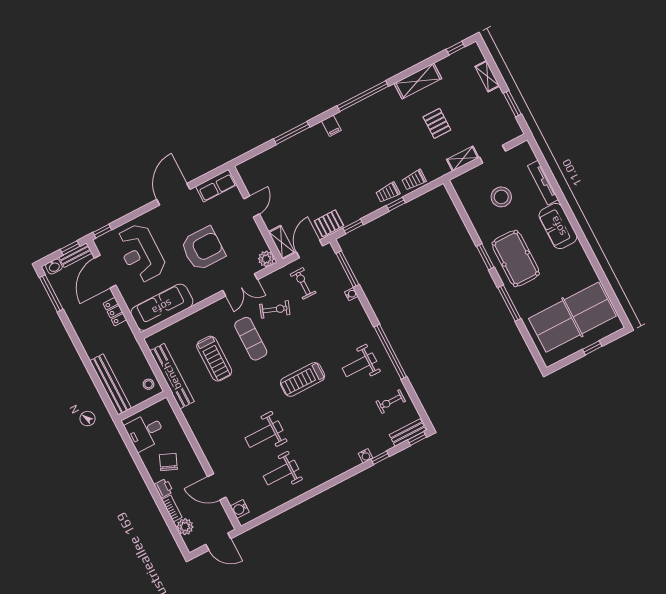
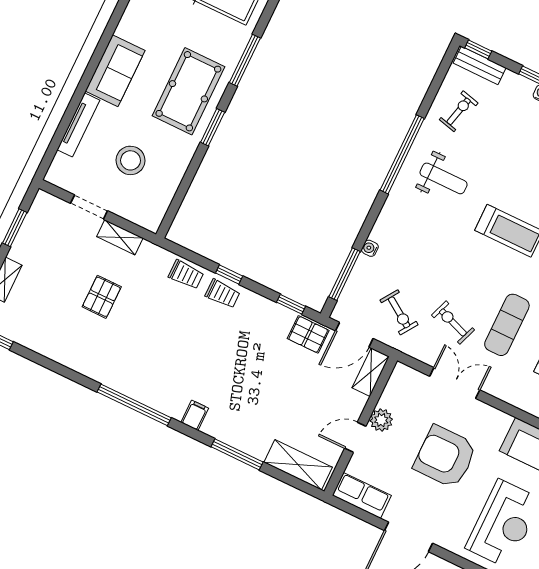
shelving: (418, 81) -> (298, 465), moved
plant: (266, 259) -> (381, 420), moved
exercise bike: (303, 283) -> (399, 312), turned -56
exercise bike: (391, 401) -> (459, 111), turned -76

